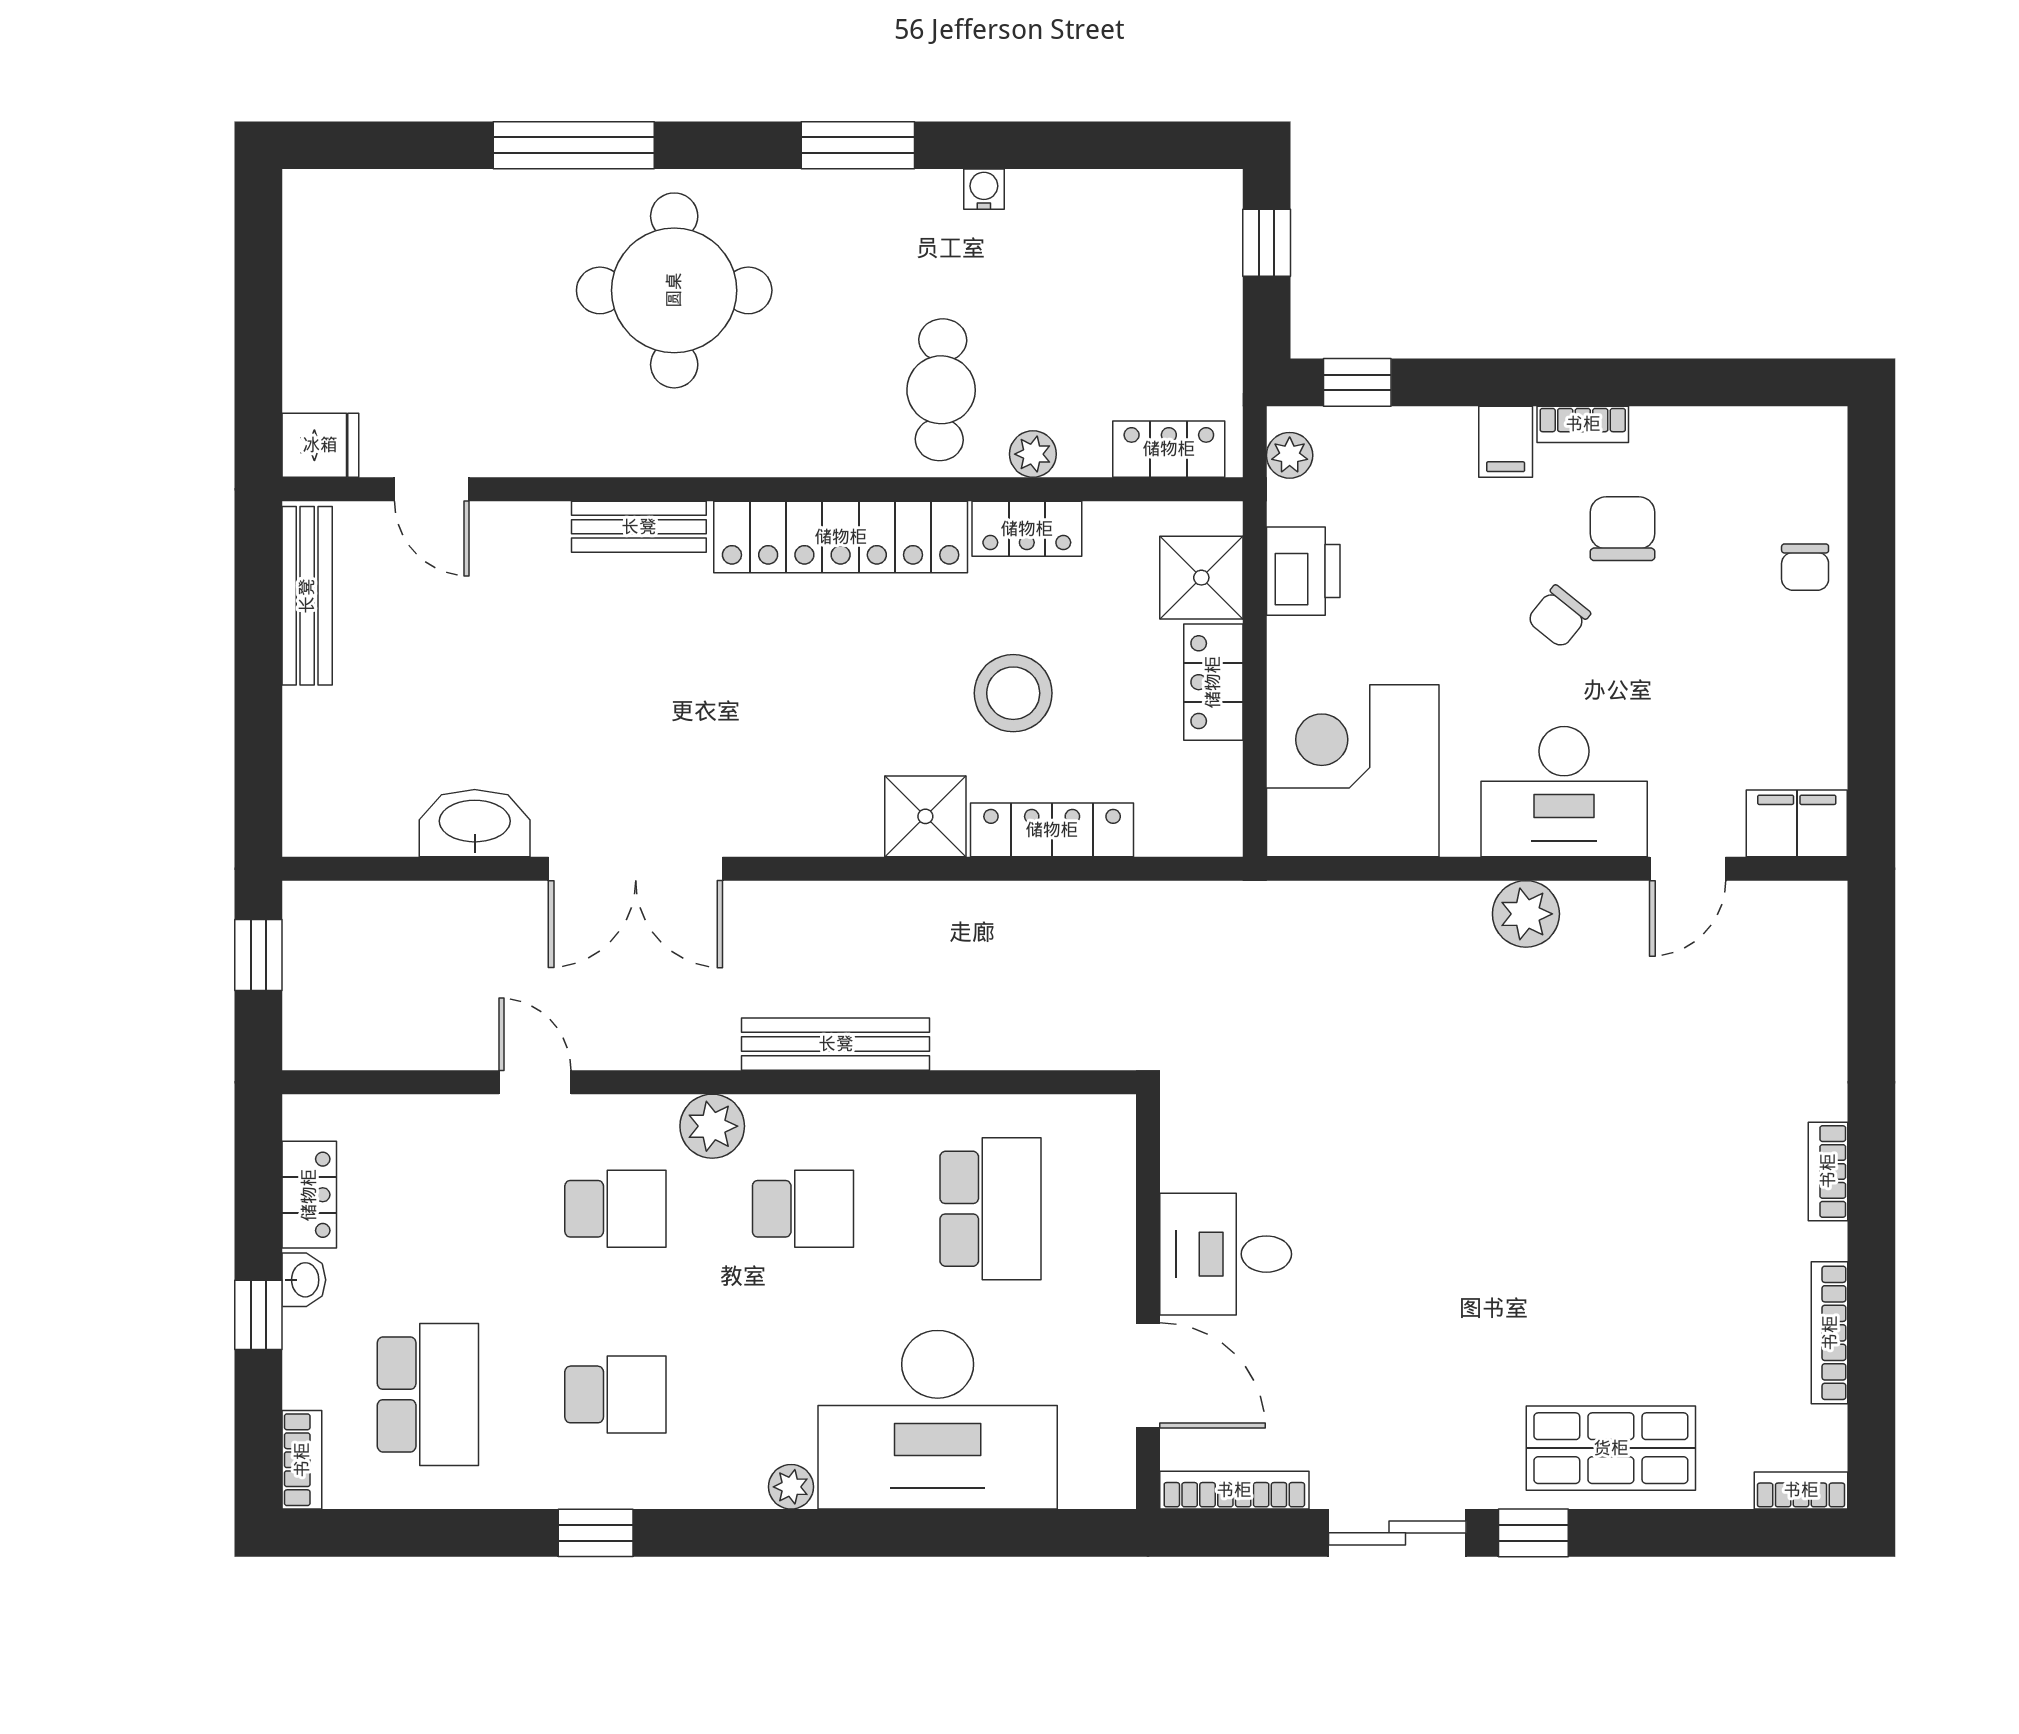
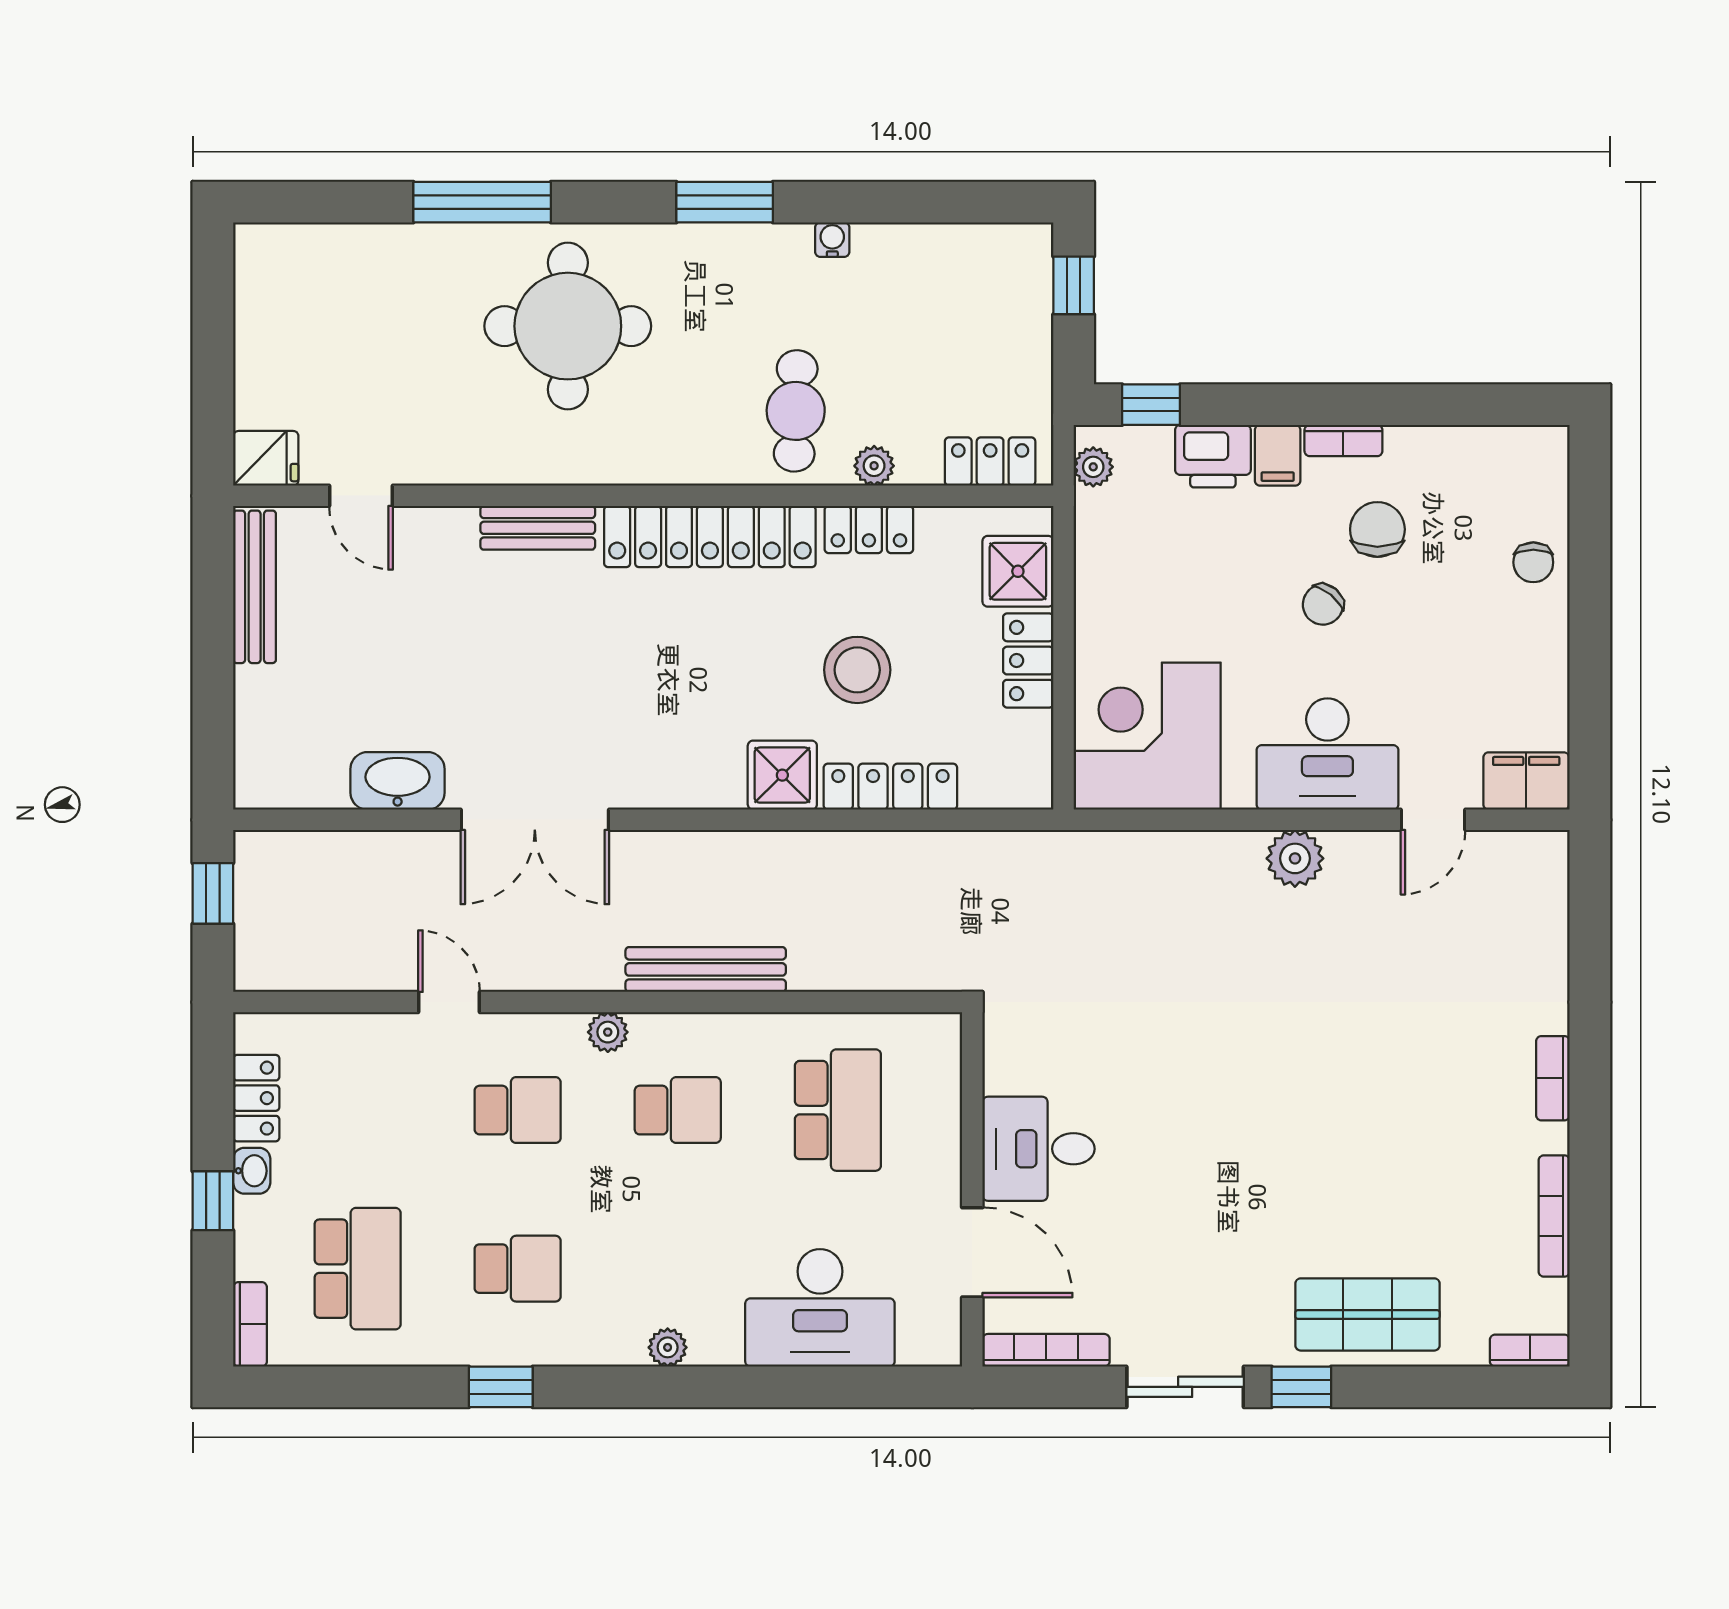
printer: (1303, 571) -> (1213, 456), moved, turned 90
plant: (712, 1126) -> (608, 1032), width x0.73, depth x0.73
desk: (938, 1420) -> (820, 1308), width x0.73, depth x0.77

